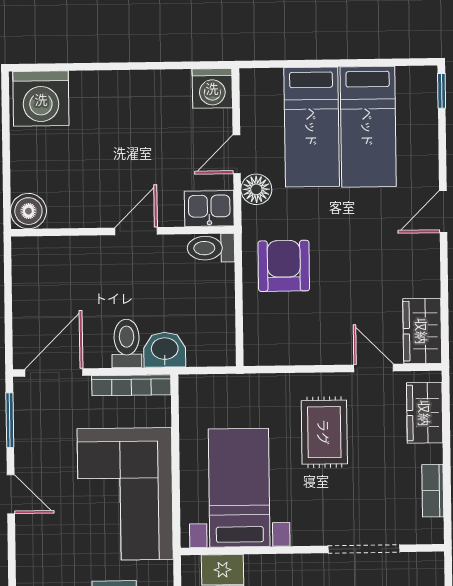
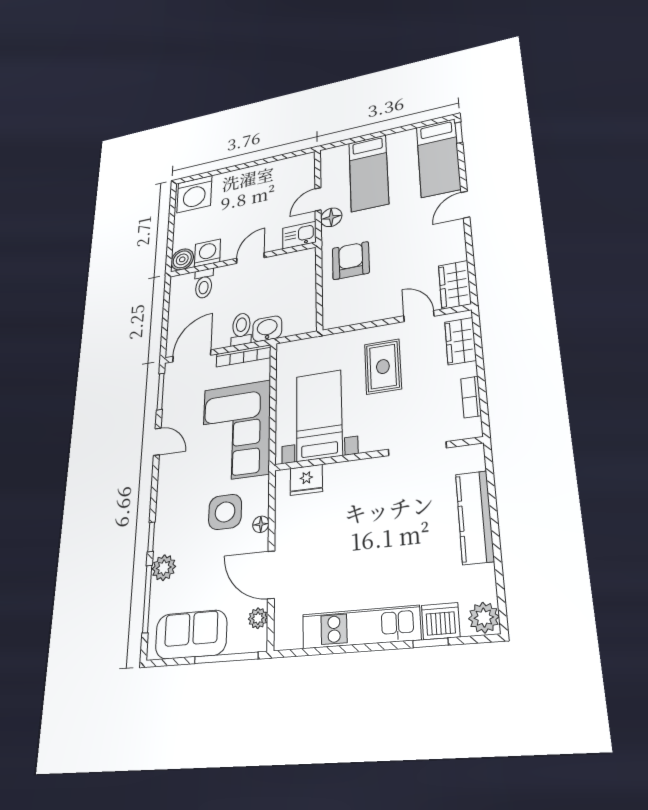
washing machine: (212, 88) -> (207, 253), moved, turned 180
bed: (368, 127) -> (438, 158), moved
toilet: (211, 248) -> (204, 284), moved, turned -90

